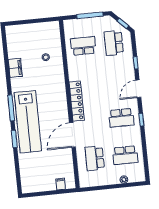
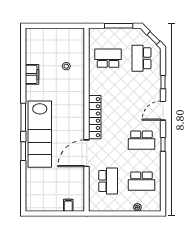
school desk: (95, 158) -> (108, 181), turned 180

